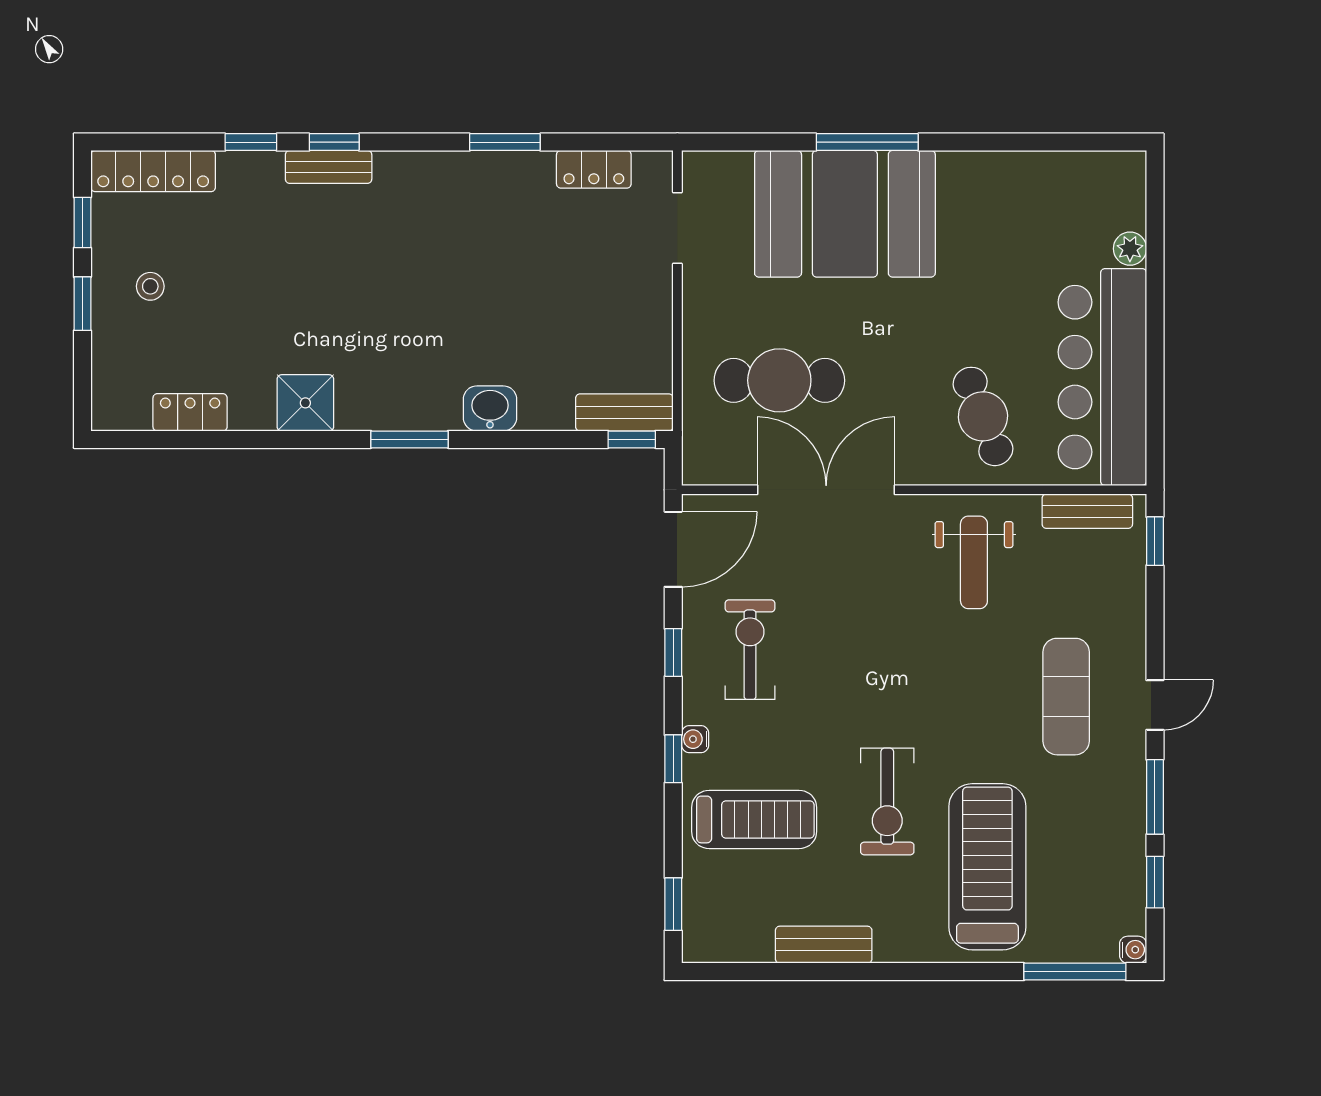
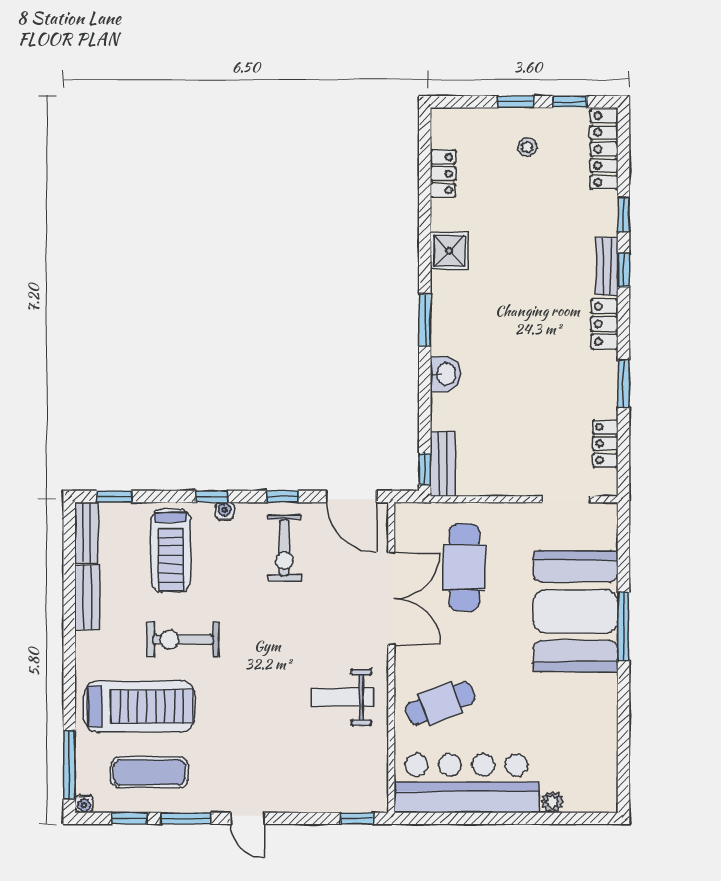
locker: (415, 170) -> (605, 324), added
bench: (1087, 511) -> (86, 532), moved
exercise bike: (750, 650) -> (284, 548), turned 90
exercise mat: (1066, 697) -> (149, 772), moved

